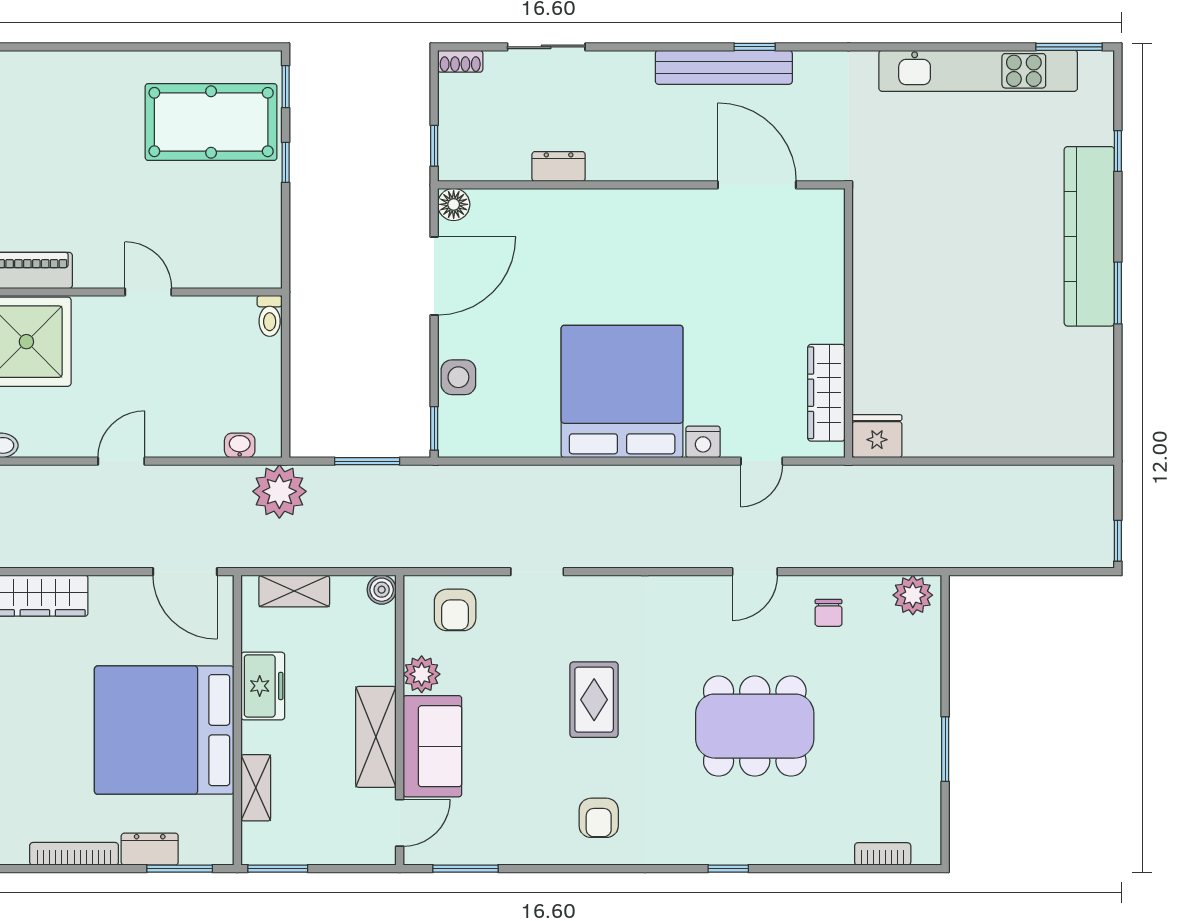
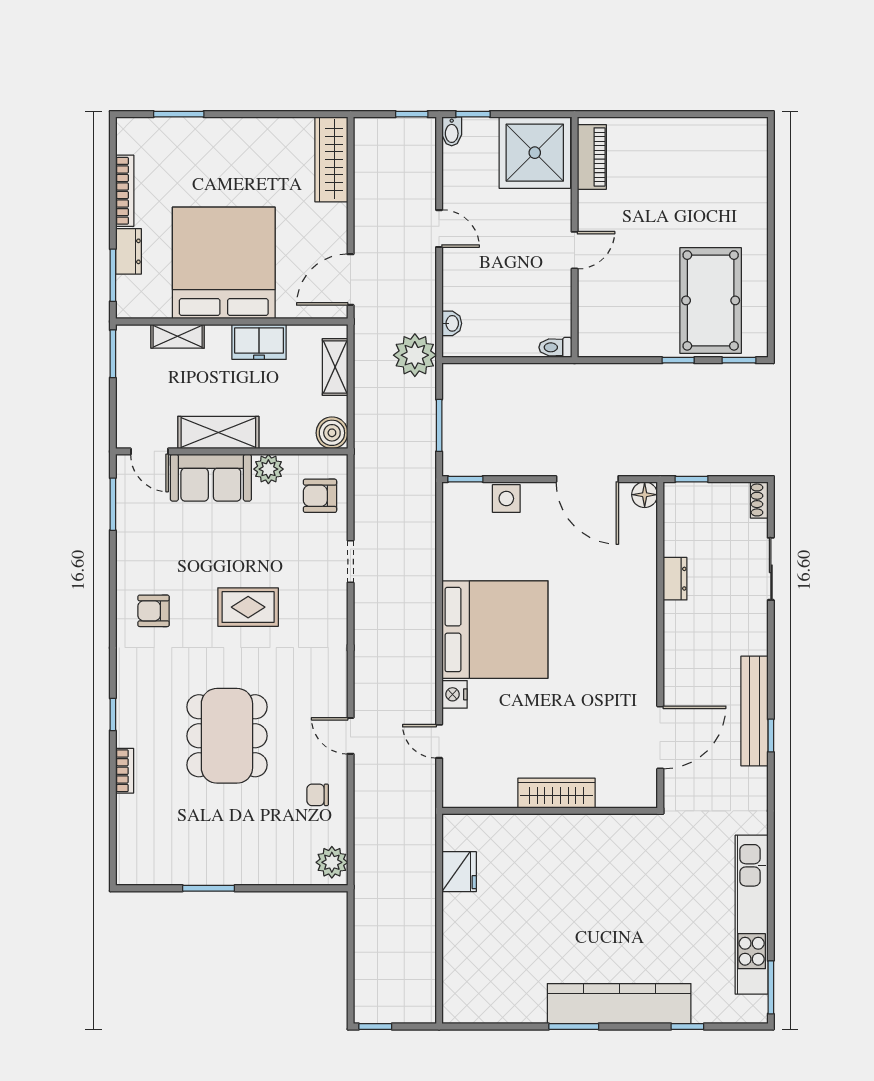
wardrobe: (826, 393) -> (557, 793), moved
fridge: (877, 436) -> (459, 872), moved
boiler: (382, 590) -> (332, 433), width x1.36, depth x1.36
bookcase: (883, 854) -> (125, 771), moved

